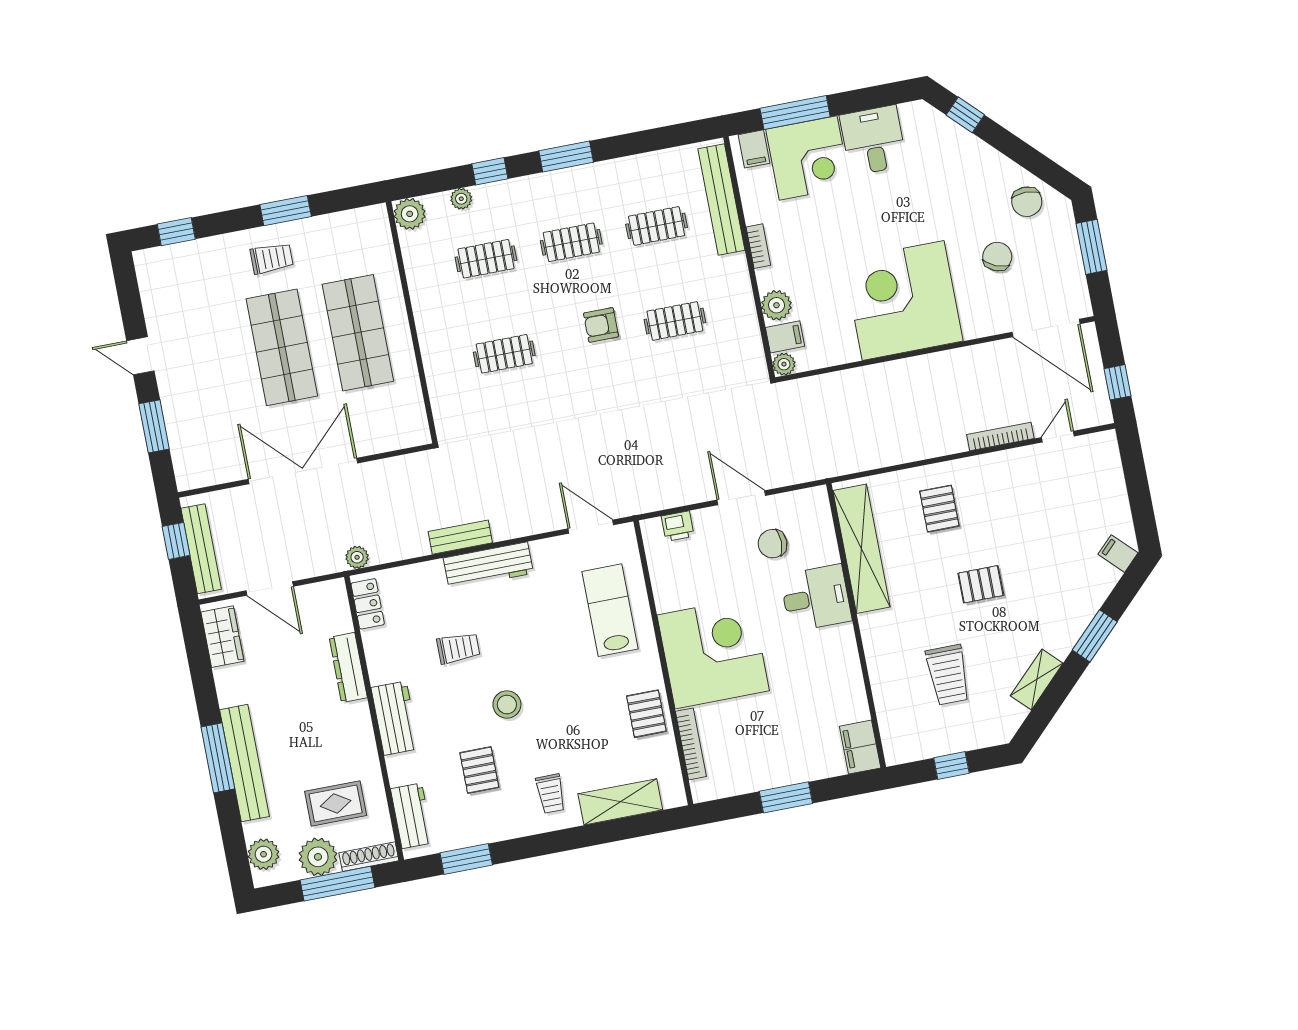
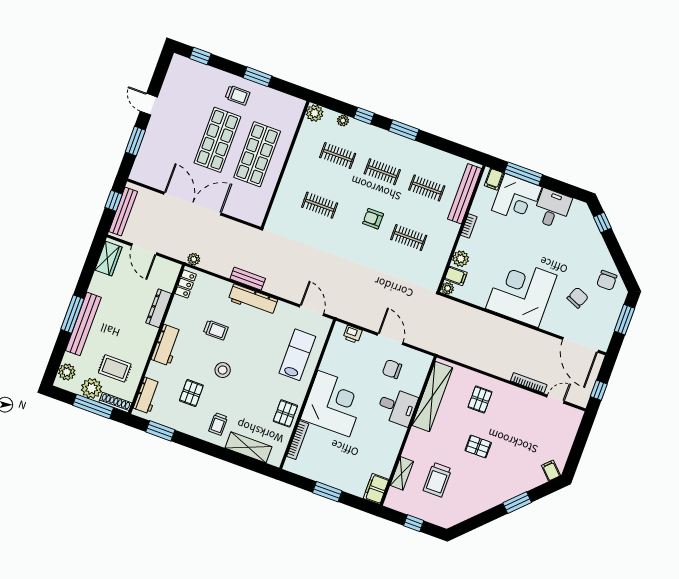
shelving: (1037, 679) -> (402, 473), moved, turned -45

